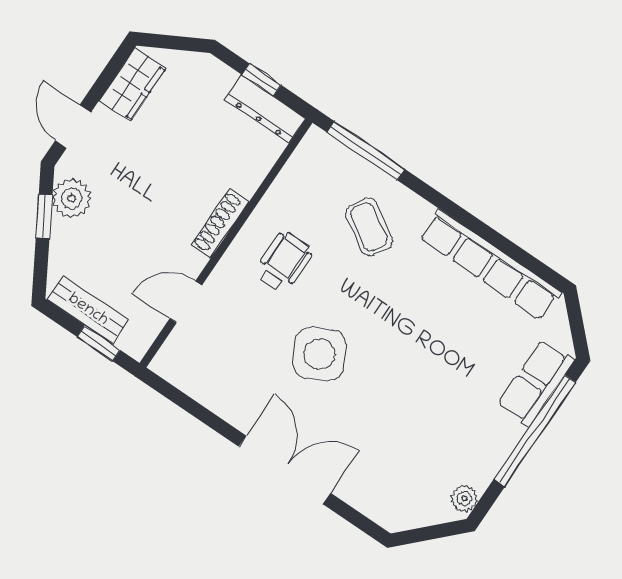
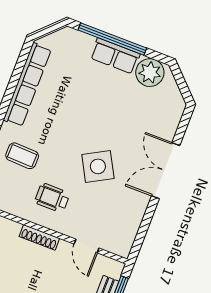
coffee table: (369, 227) -> (22, 156), turned 60
row of seats: (535, 383) -> (115, 56), moved
plant: (464, 499) -> (150, 73), width x1.87, depth x1.87

